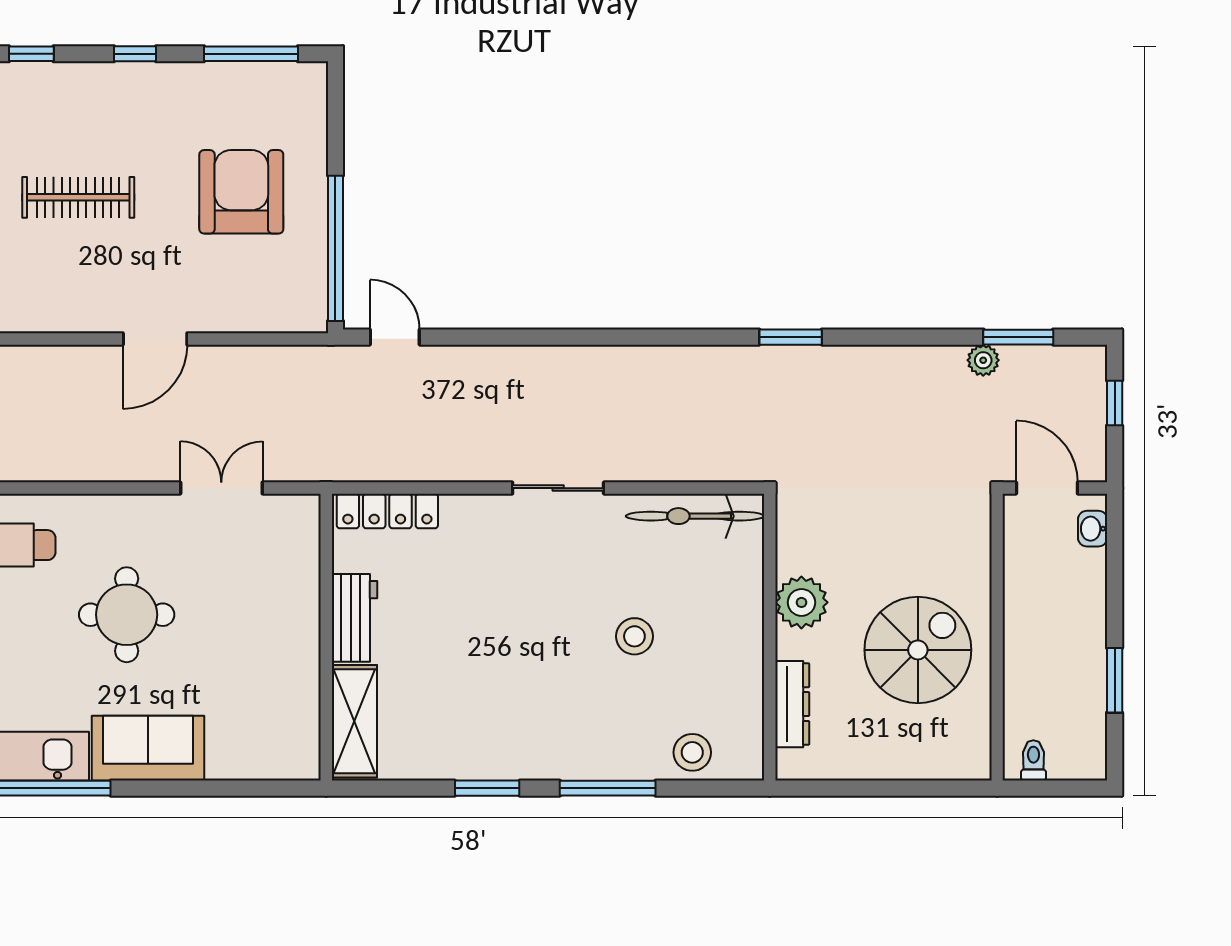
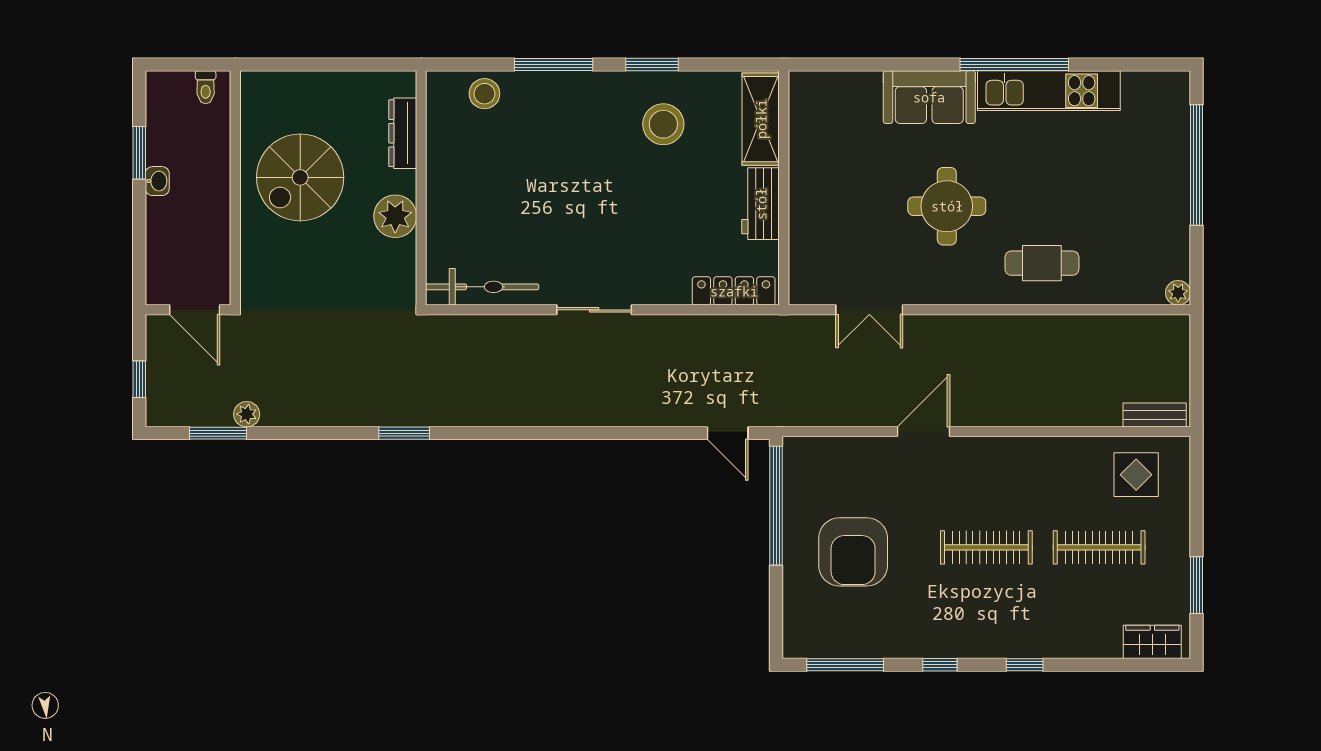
washbasin: (1093, 529) -> (157, 181), moved
stool: (634, 636) -> (663, 124), moved, width x1.38, depth x1.38

